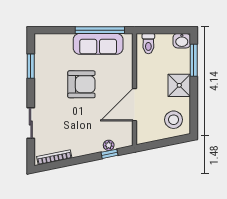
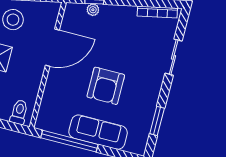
sofa: (98, 44) -> (98, 132), moved
armchair: (81, 84) -> (106, 86), turned -90

